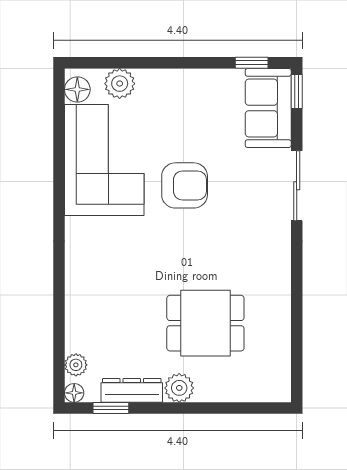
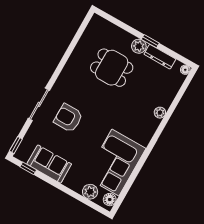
sofa: (268, 108) -> (49, 164), moved, turned -90
armchair: (185, 185) -> (68, 118), moved
plant: (76, 365) -> (160, 113), moved
window: (111, 408) -> (150, 41), moved

